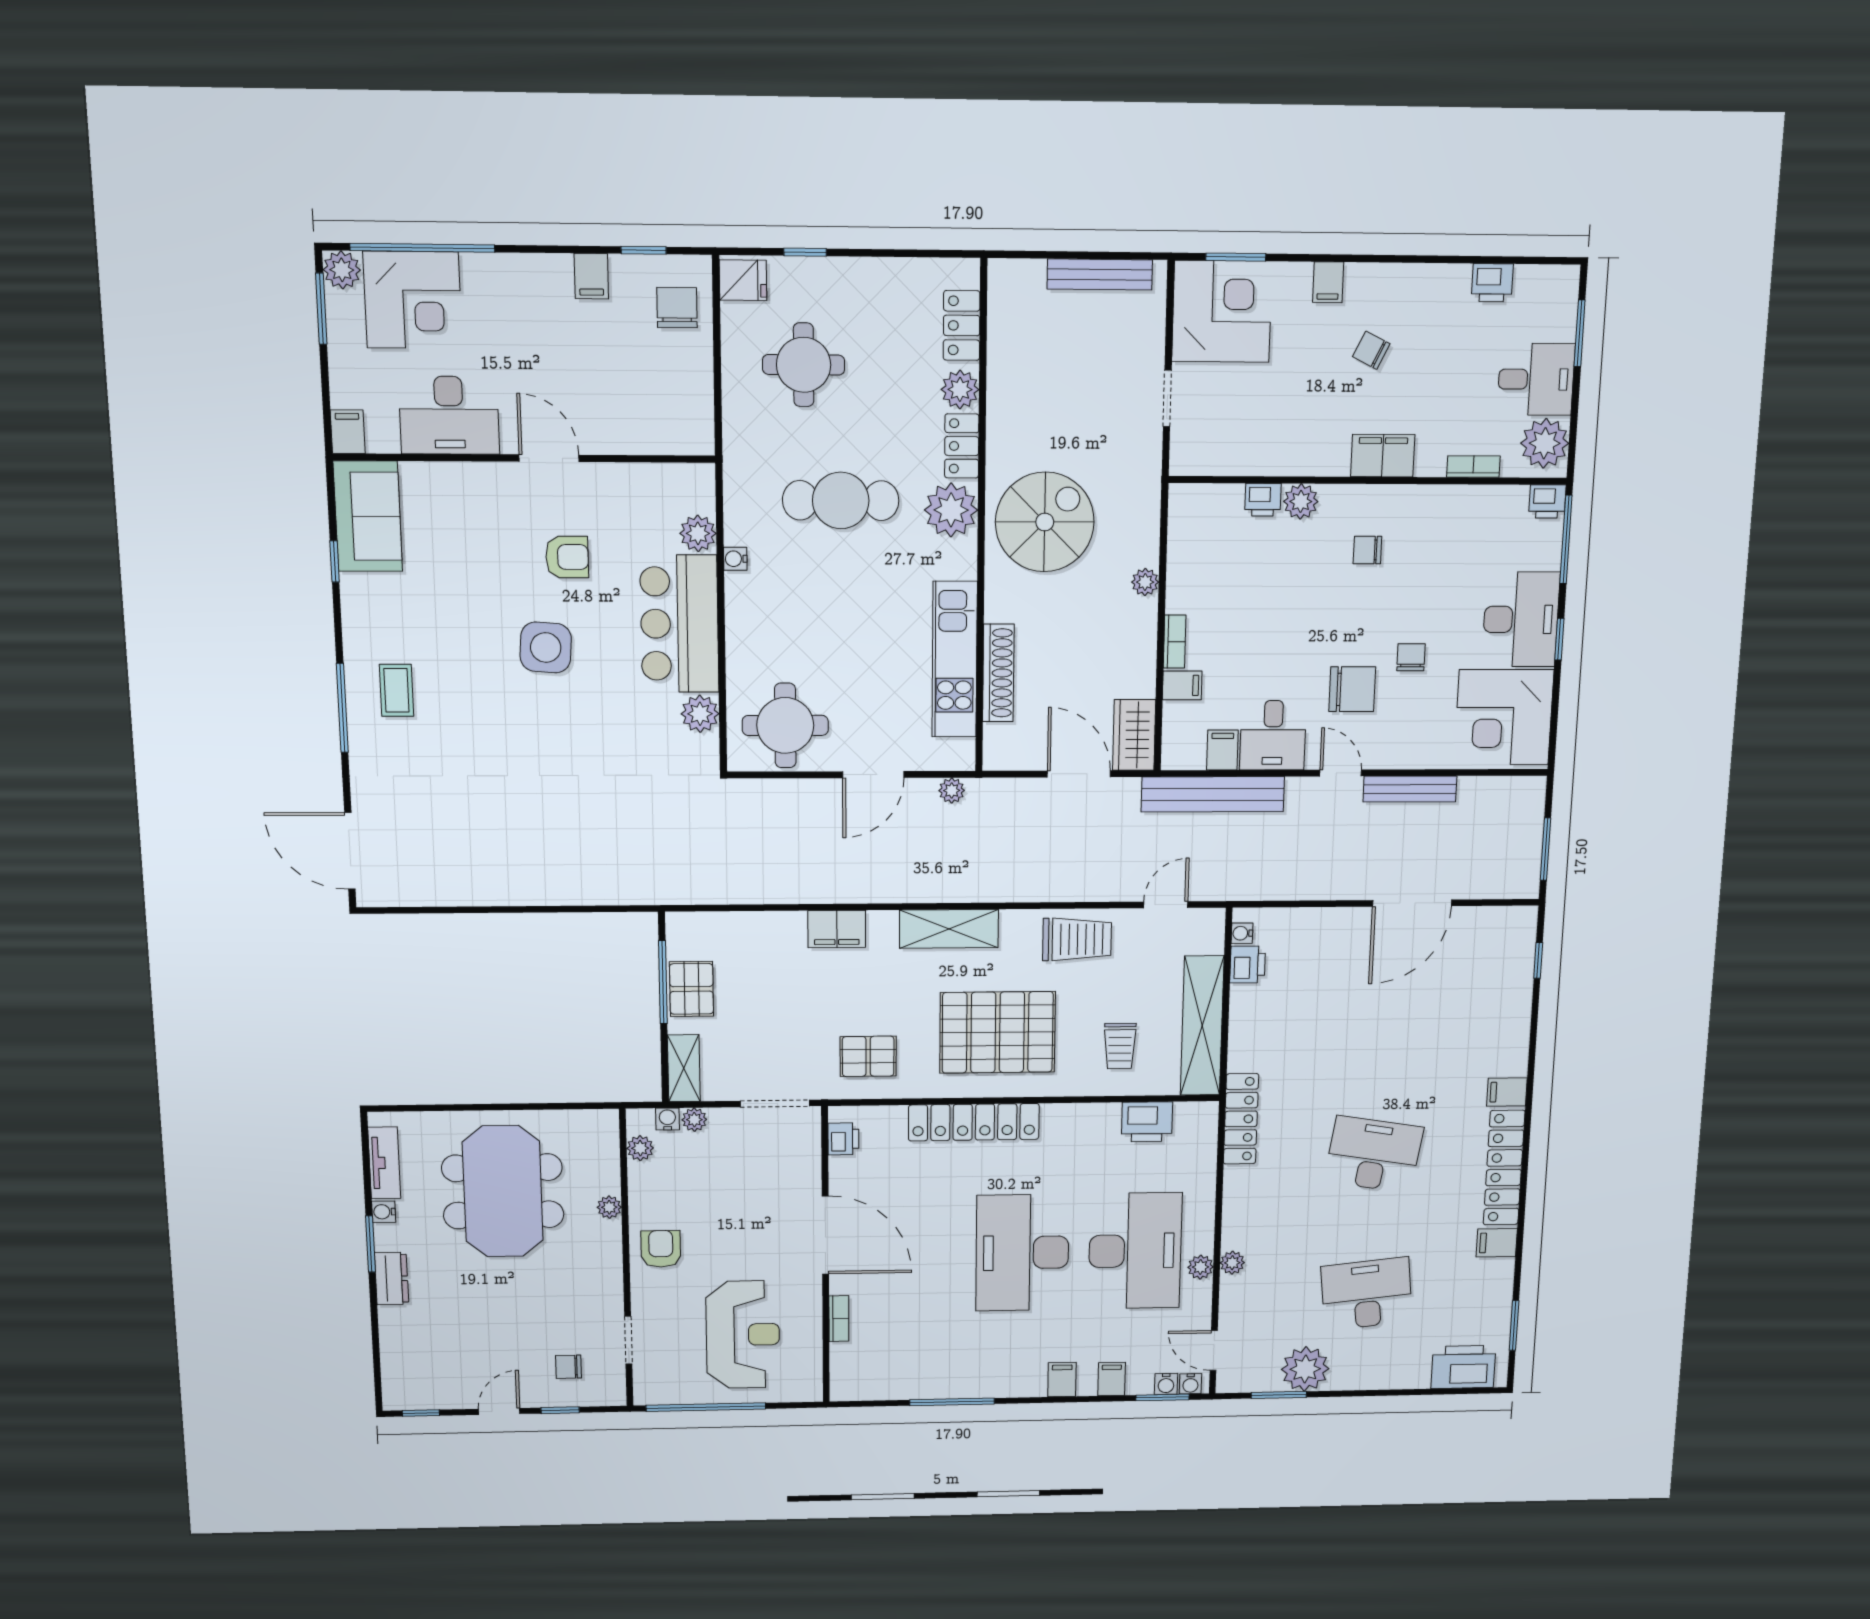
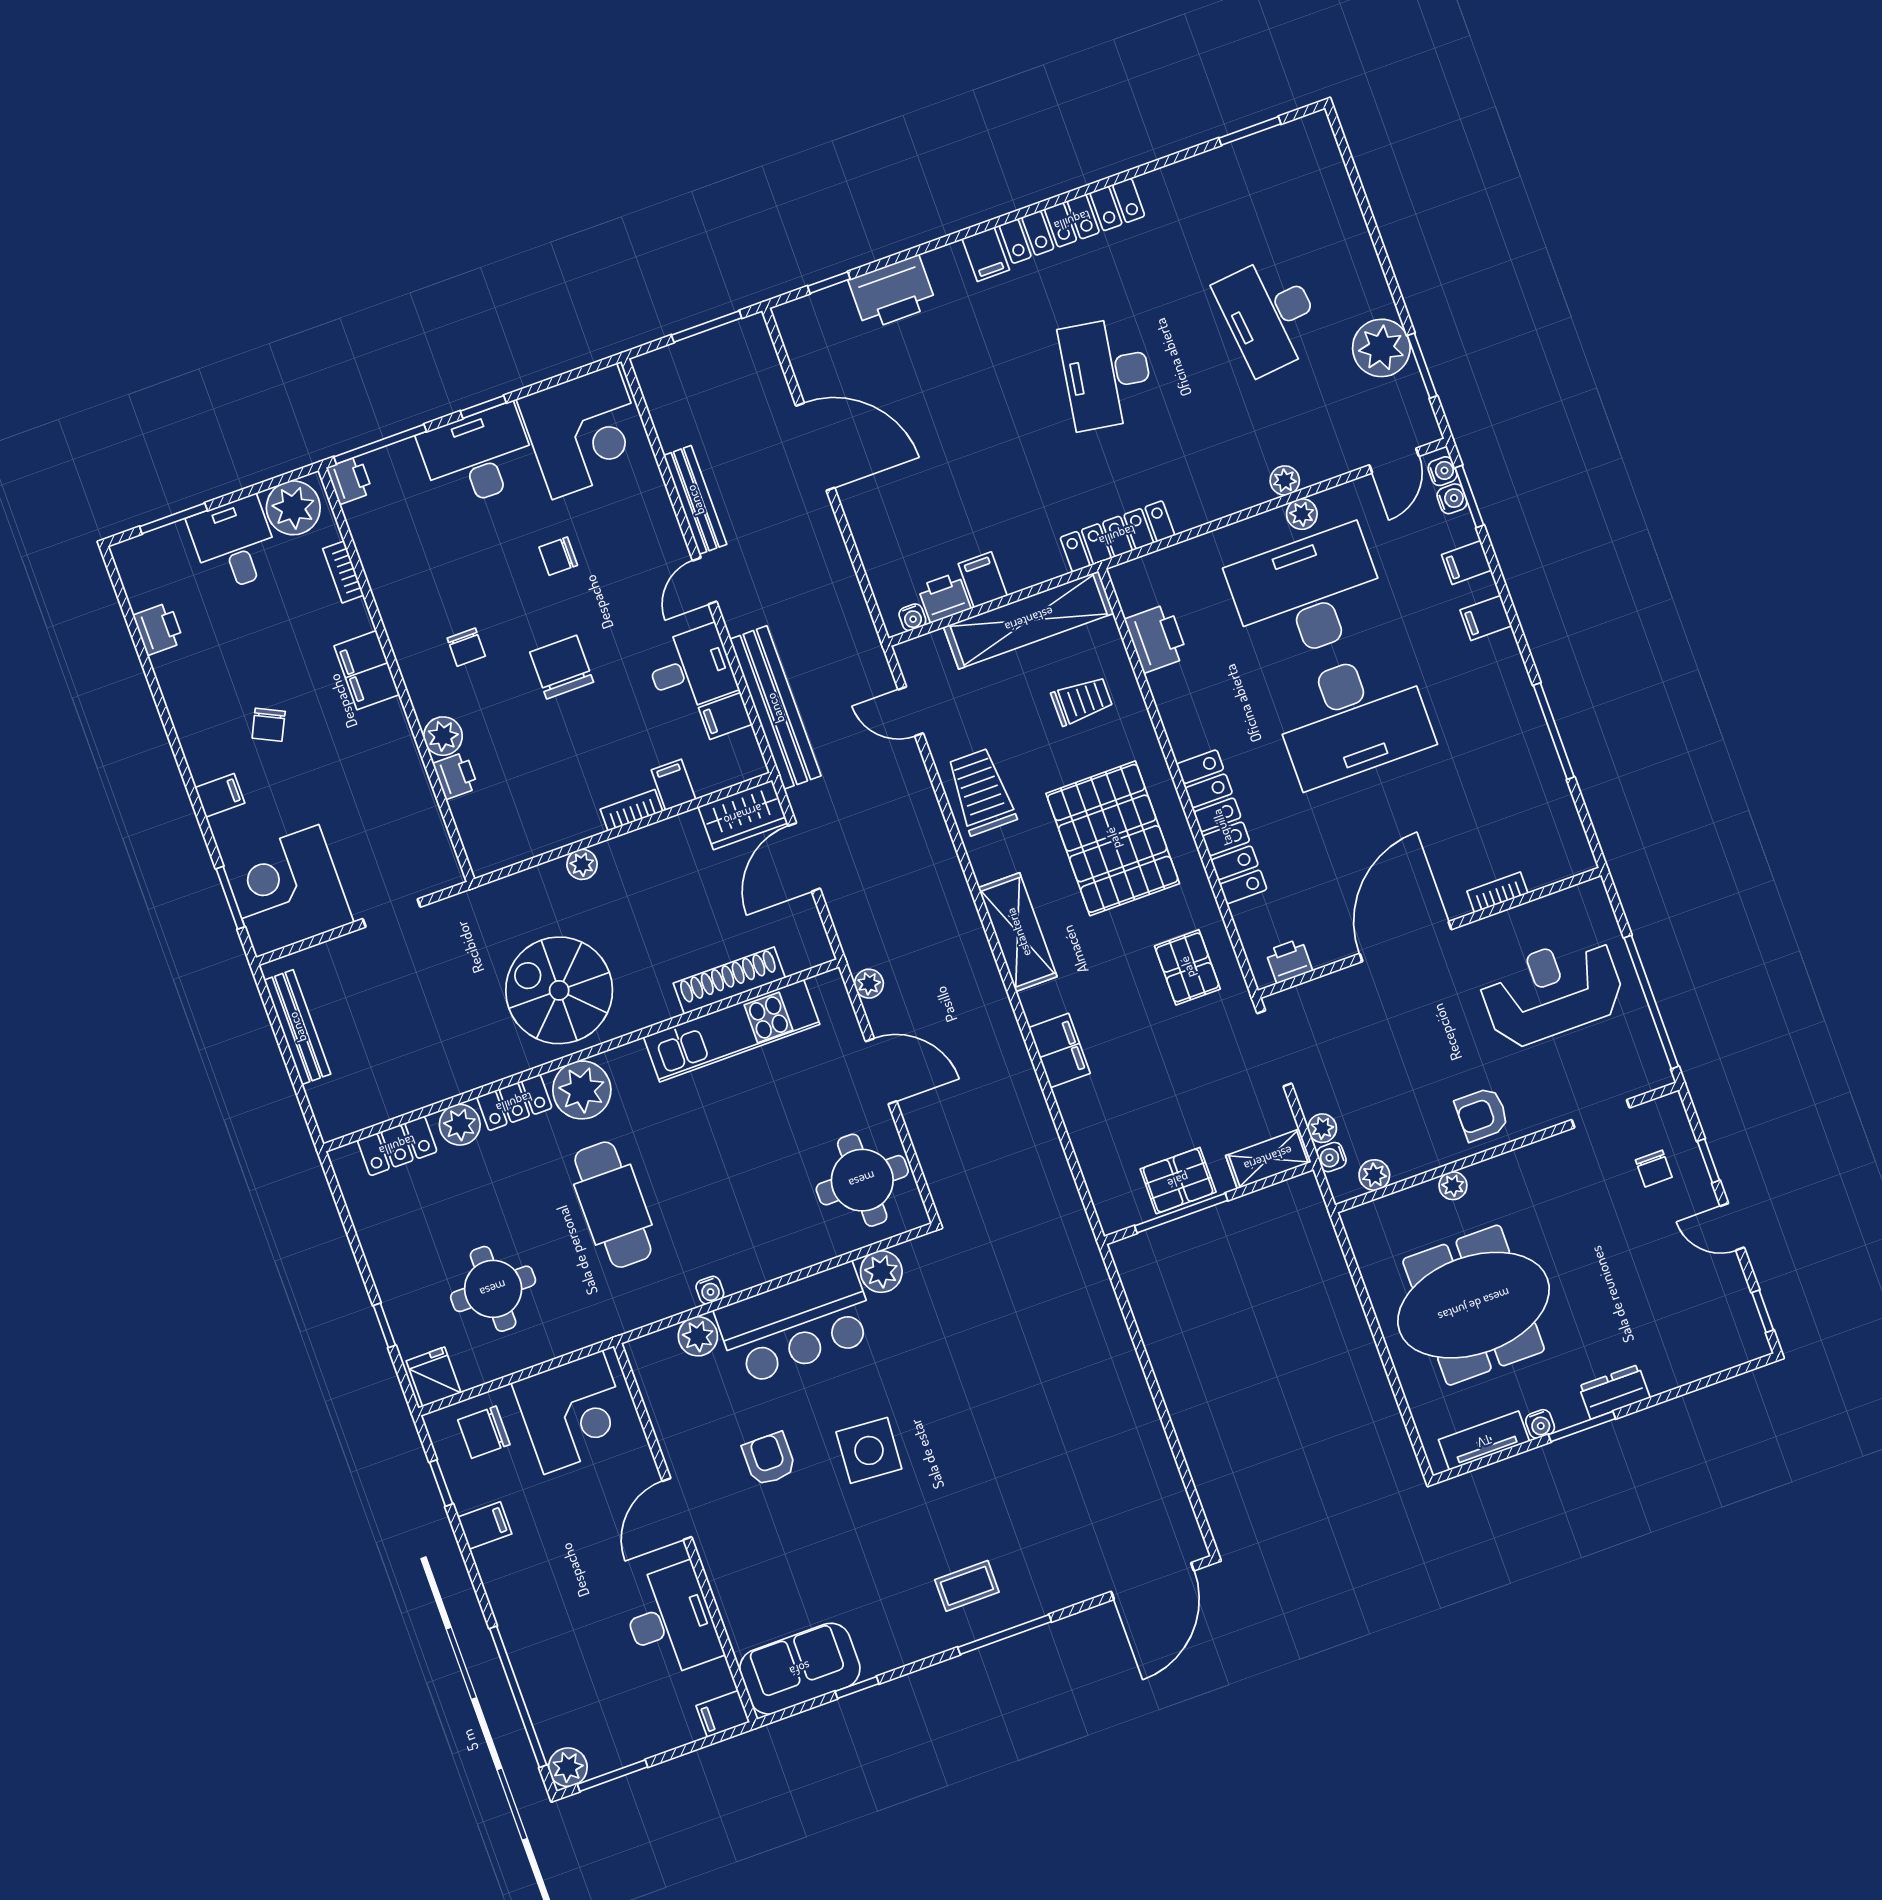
corner desk: (413, 300) -> (573, 1412), moved, turned 90
chair: (1352, 689) -> (562, 667), moved
filing cabinet: (1497, 1243) -> (983, 580), moved, turned 180
printer: (1463, 1367) -> (892, 293), moved, turned -90

